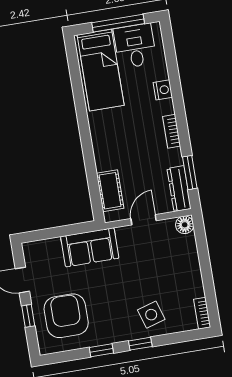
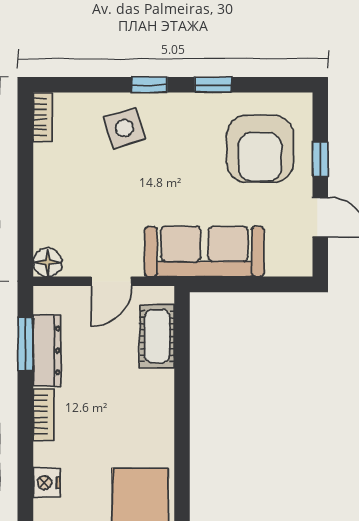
dresser: (179, 189) -> (47, 350), moved
sofa: (90, 247) -> (204, 251), width x1.36

